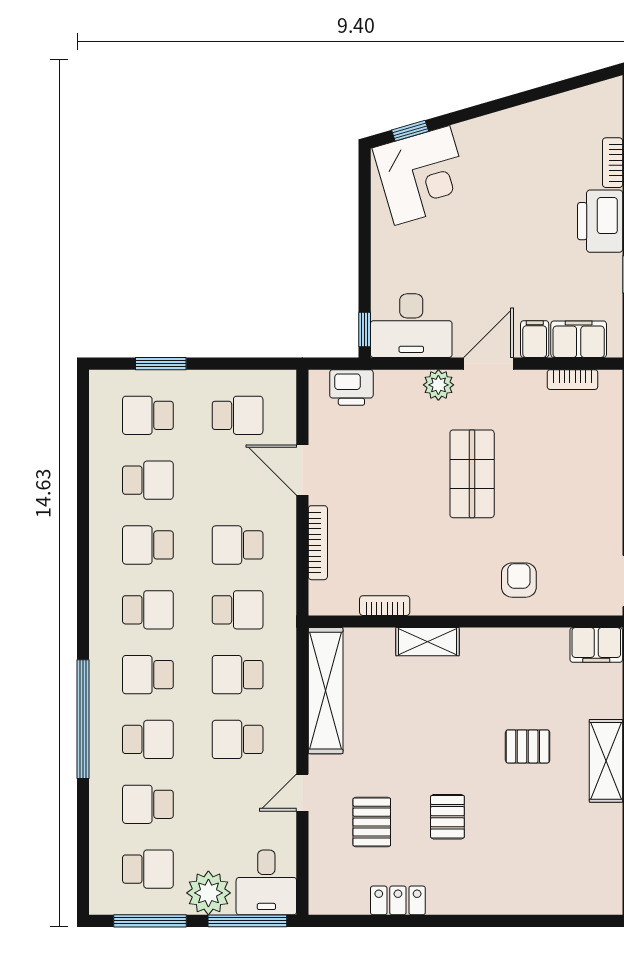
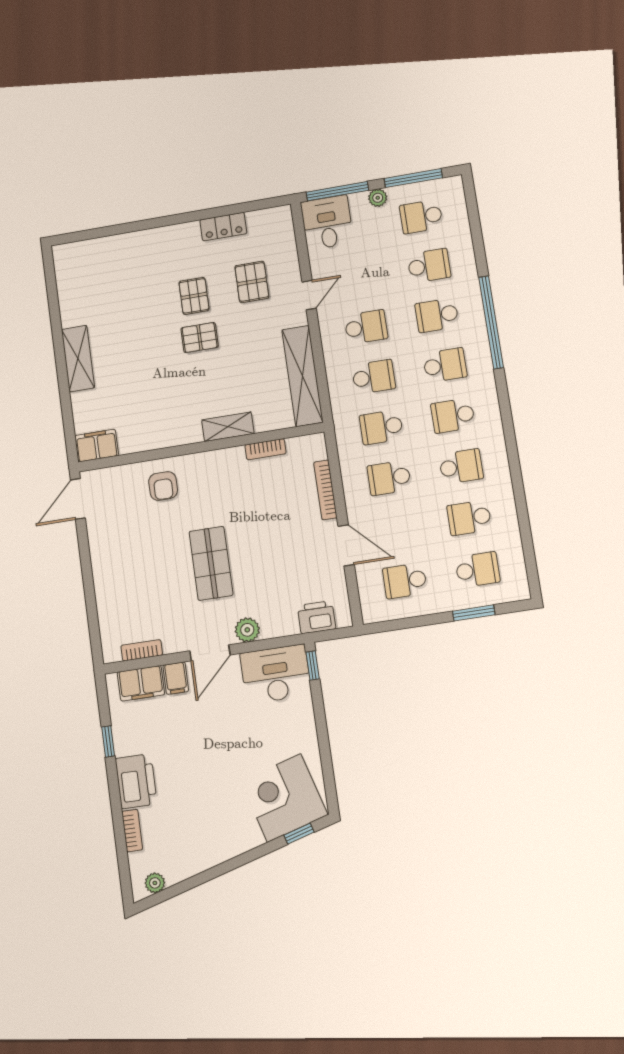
plant: (593, 96) -> (155, 883), added
school desk: (238, 545) -> (389, 478), turned 180
pallet: (528, 746) -> (200, 338), moved
plant: (208, 893) -> (378, 198), width x0.53, depth x0.53

